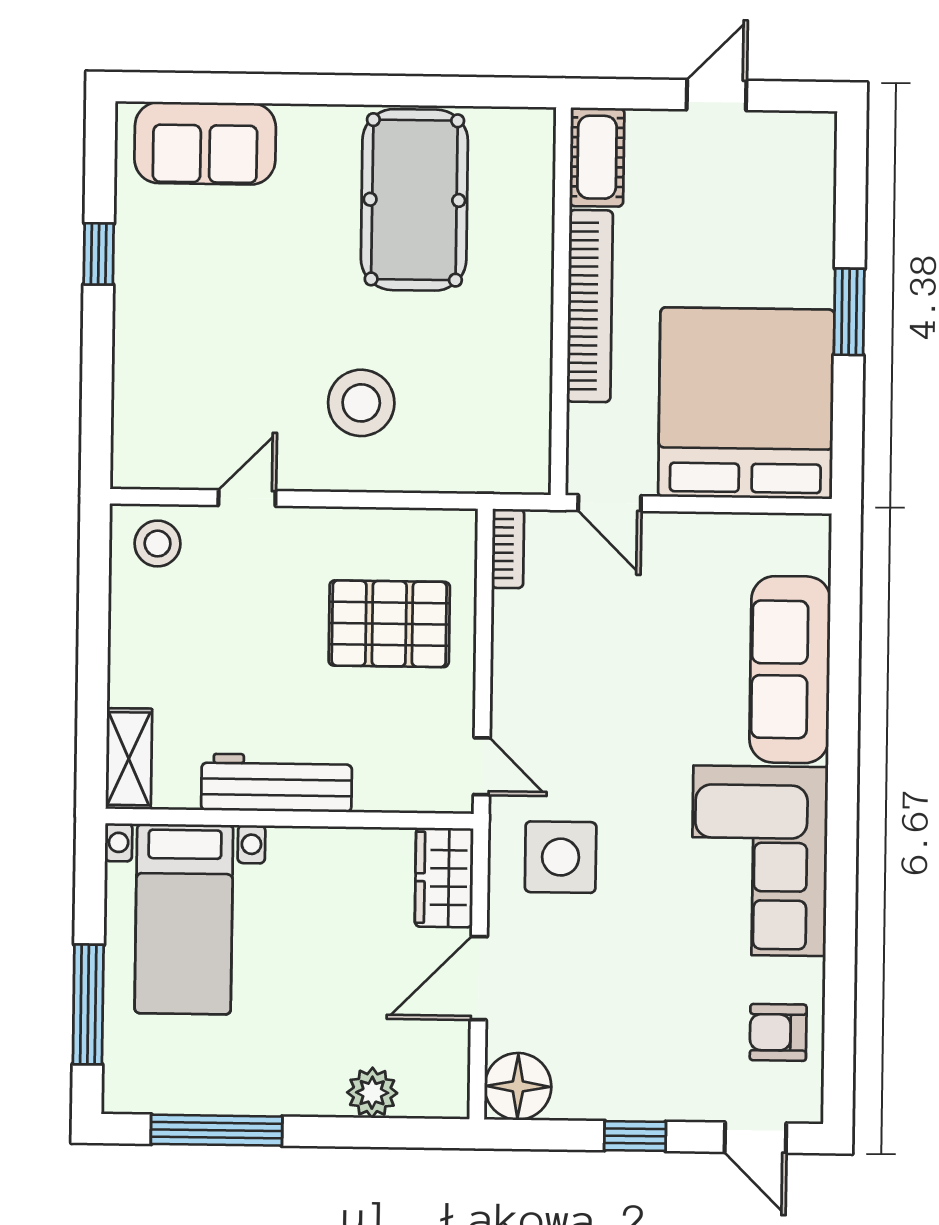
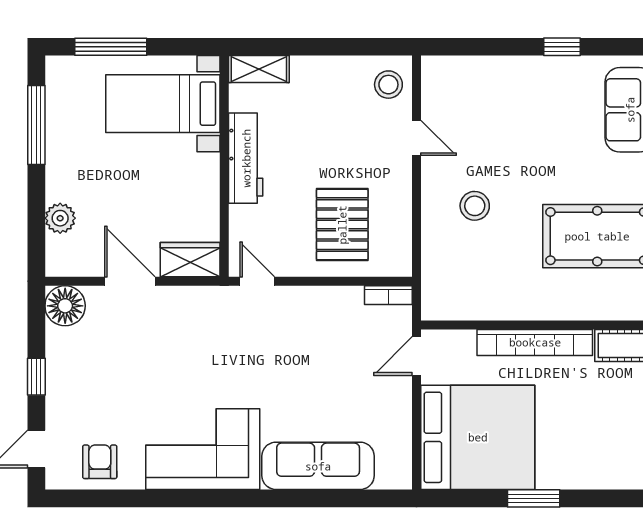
stool: (361, 403) -> (475, 206), width x0.73, depth x0.73
door: (482, 766) -> (257, 281), swing flipped
side table: (561, 857) -> (203, 330), removed

